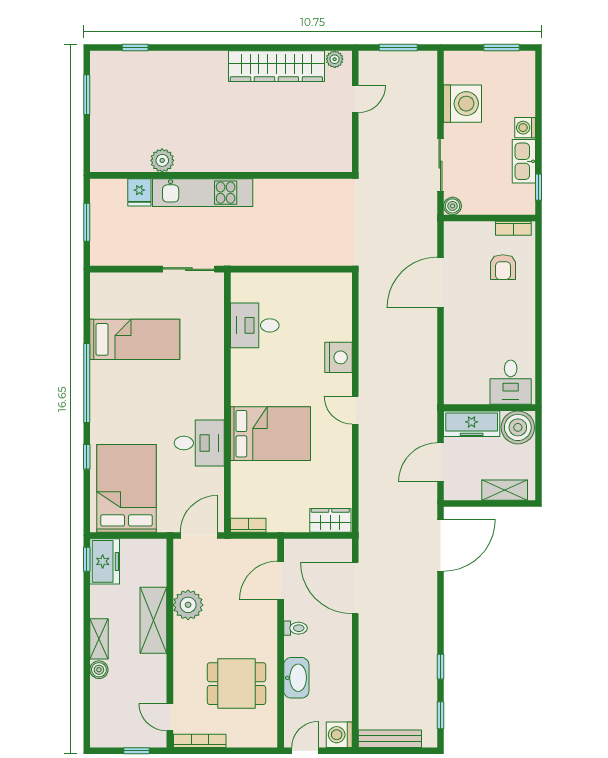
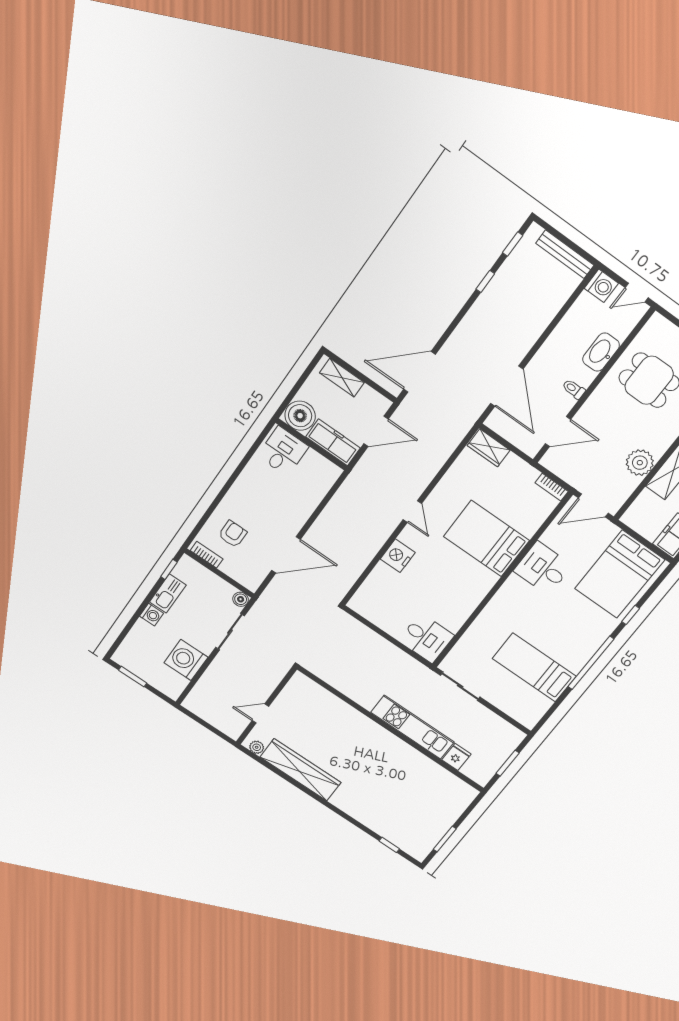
window: (398, 47) -> (206, 725), removed
plant: (162, 160) -> (425, 766), removed
desk: (255, 325) -> (426, 638), moved

